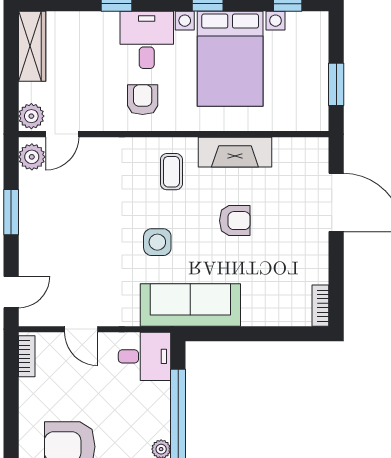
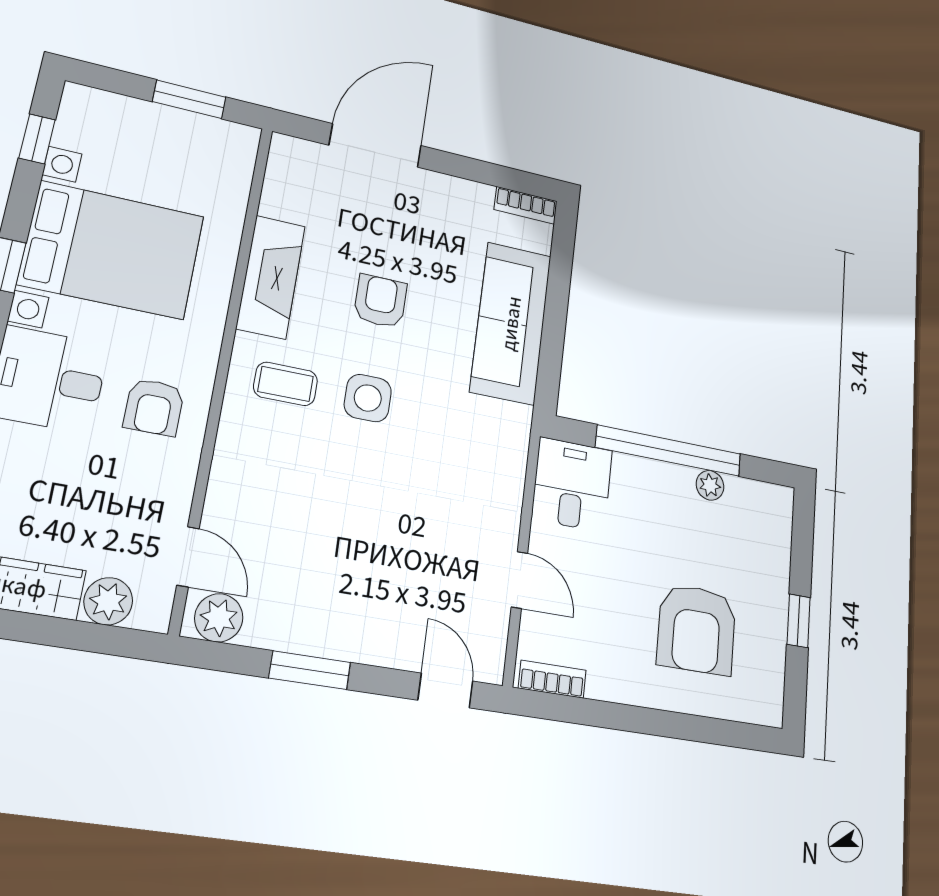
armchair: (143, 100) -> (154, 407), turned -90
plant: (31, 116) -> (108, 601), moved
side table: (157, 242) -> (368, 398), moved
sofa: (190, 305) -> (511, 323), moved
door: (81, 329) -> (519, 580), hinge flipped

